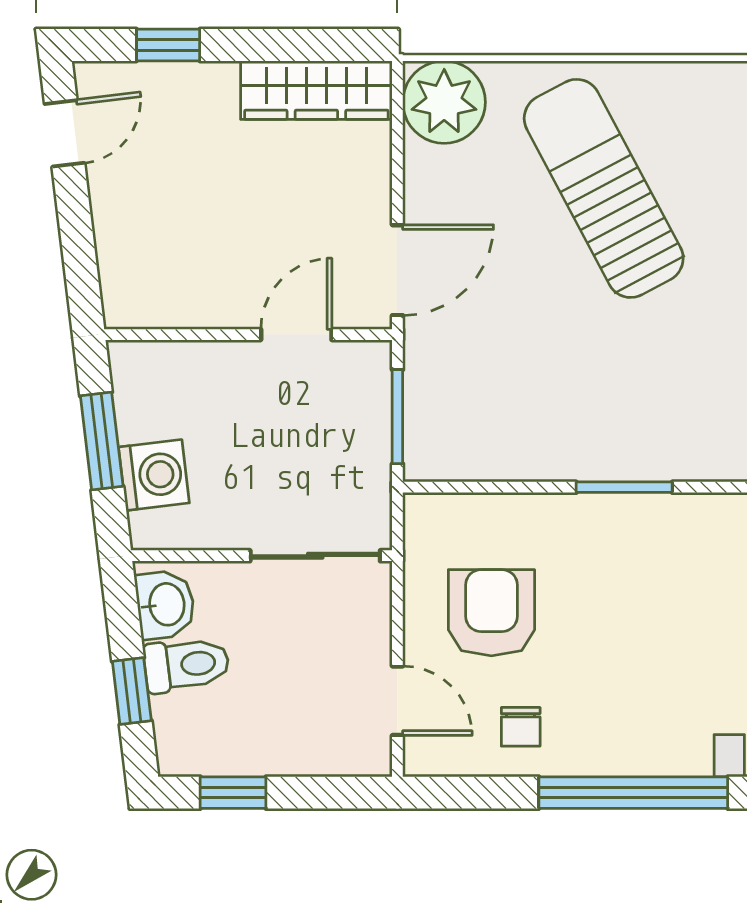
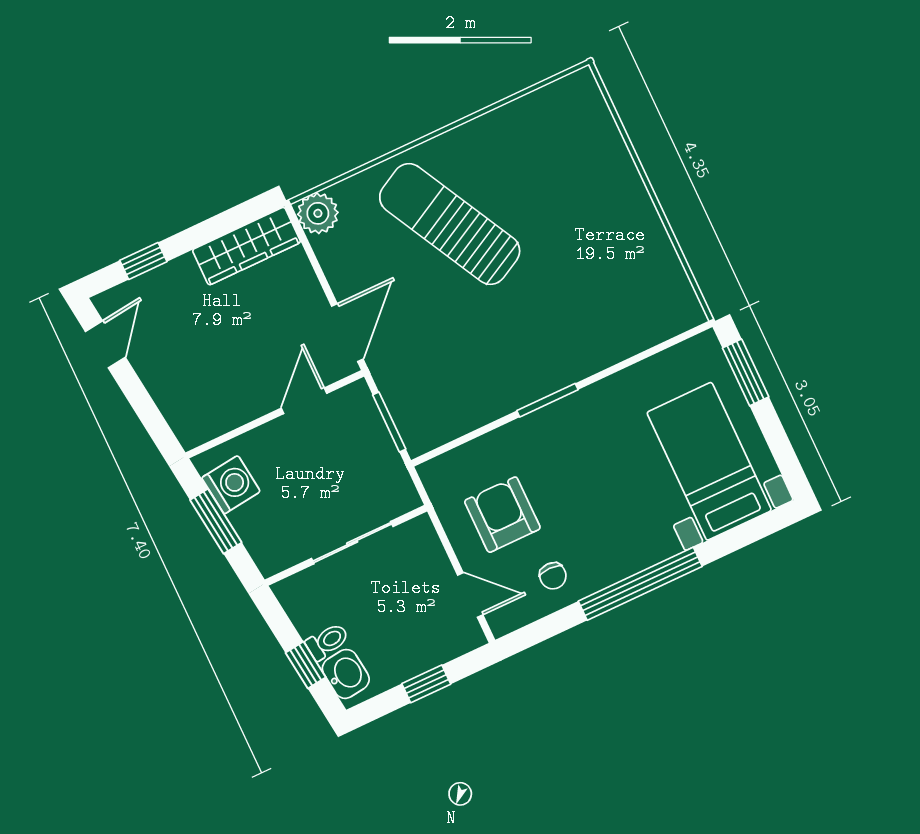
plant: (444, 102) -> (318, 213), width x0.73, depth x0.73
washing machine: (154, 475) -> (231, 485), moved
sliding door: (315, 556) -> (352, 543), moved
washbasin: (165, 605) -> (346, 674), moved
toilet: (187, 665) -> (327, 641), width x0.73, depth x0.72
window: (233, 793) -> (426, 684), moved

